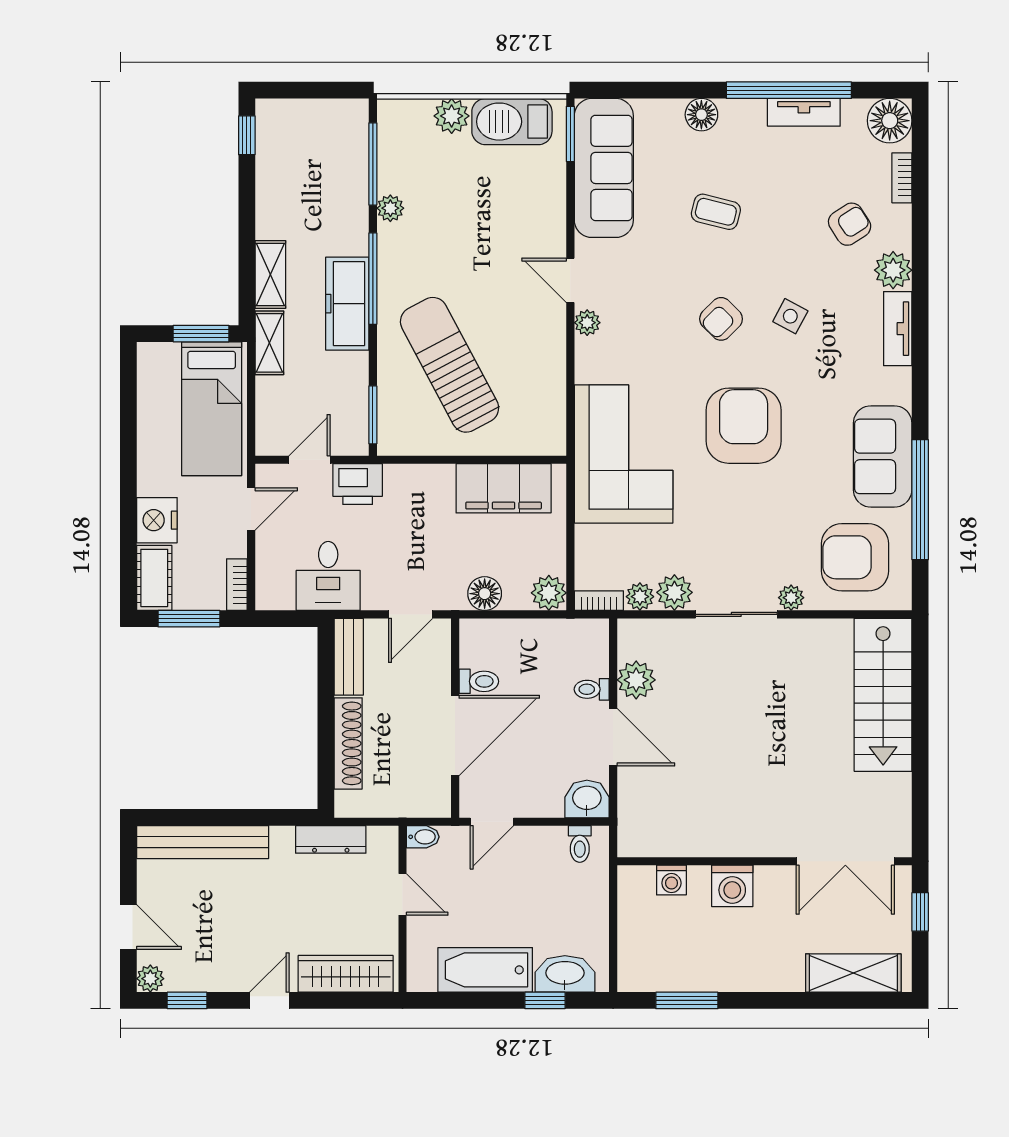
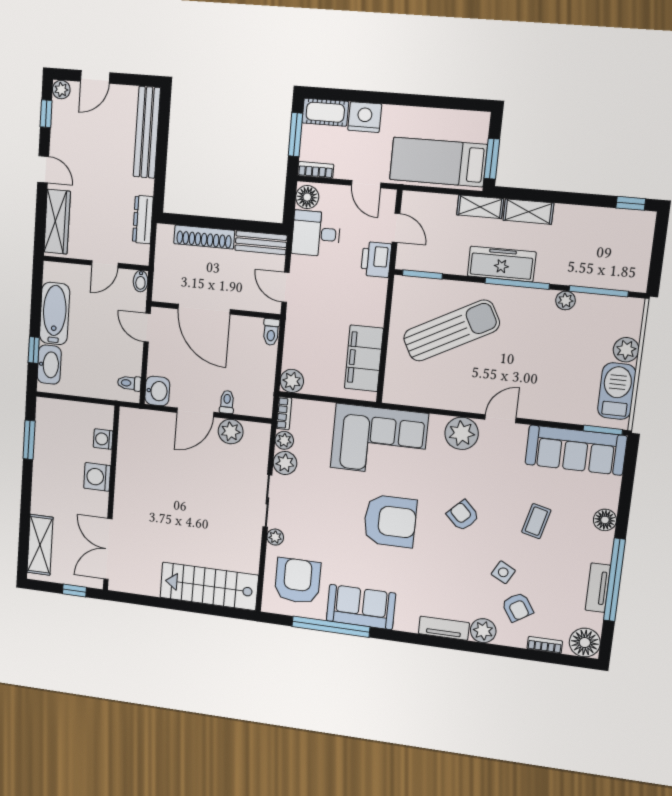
side table: (790, 316) -> (503, 572), moved
plant: (587, 323) -> (462, 433), width x1.87, depth x1.87
floor lamp: (485, 594) -> (307, 197), moved
toilet: (479, 681) -> (271, 332), moved

